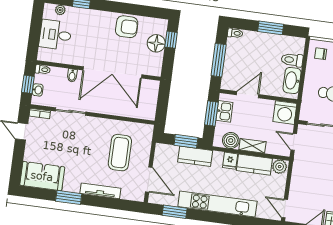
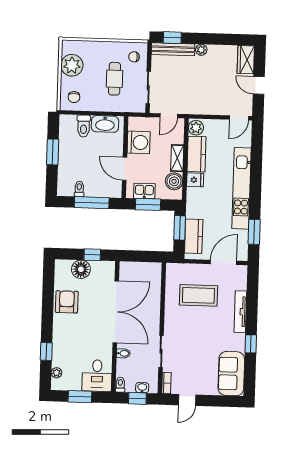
window: (35, 30) -> (80, 397), added
toilet: (235, 33) -> (79, 189), moved
desk: (55, 35) -> (97, 376), moved
window: (171, 40) -> (92, 255), moved
washing machine: (285, 113) -> (139, 142), moved
kitchen counter: (195, 156) -> (194, 236), moved
window: (69, 197) -> (251, 344), width x0.67

